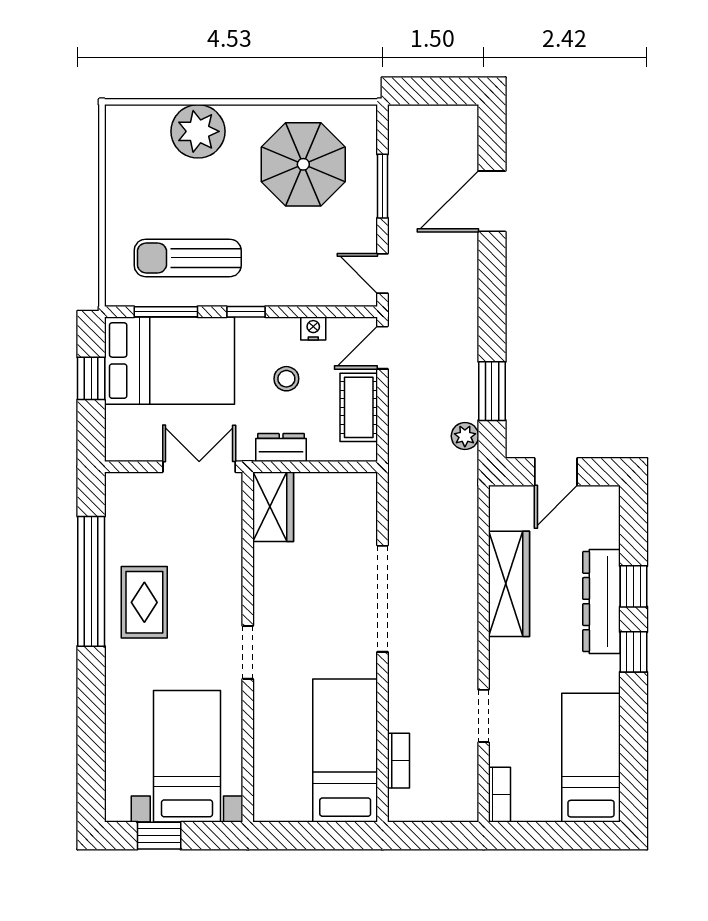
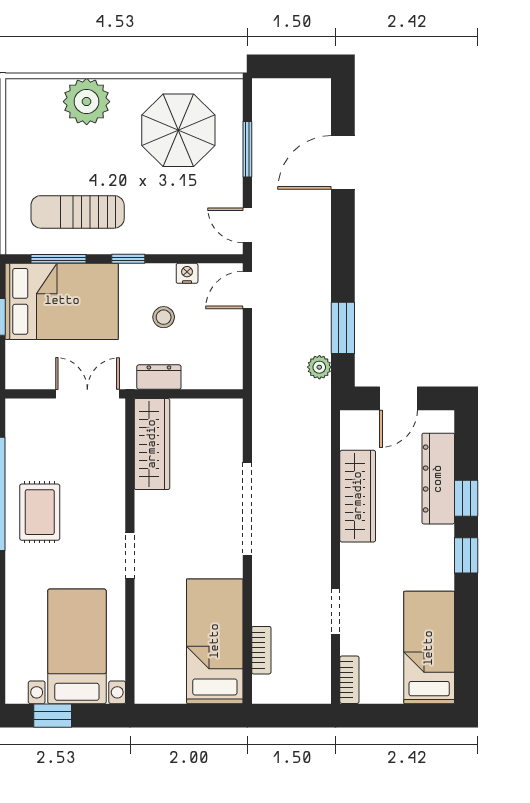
cot: (359, 407) -> (227, 342), removed
wardrobe: (273, 507) -> (152, 444), width x1.50
dresser: (601, 602) -> (438, 479), moved

